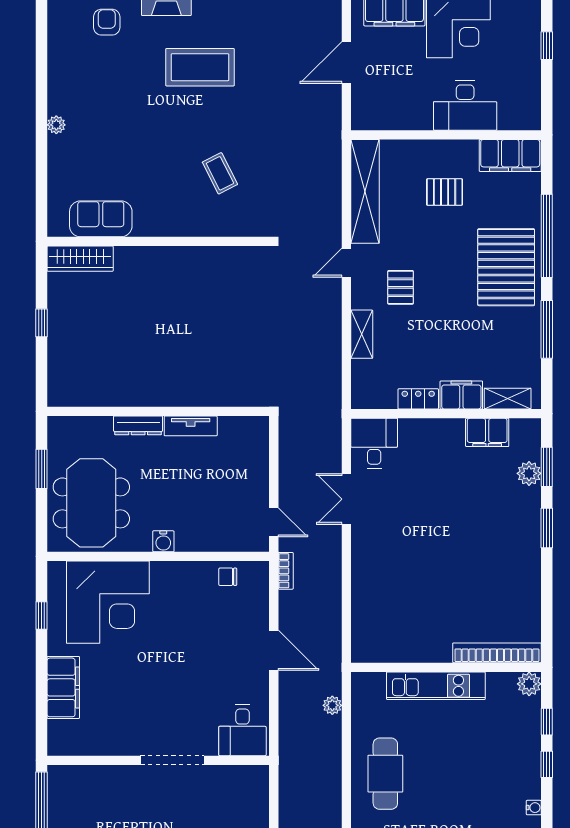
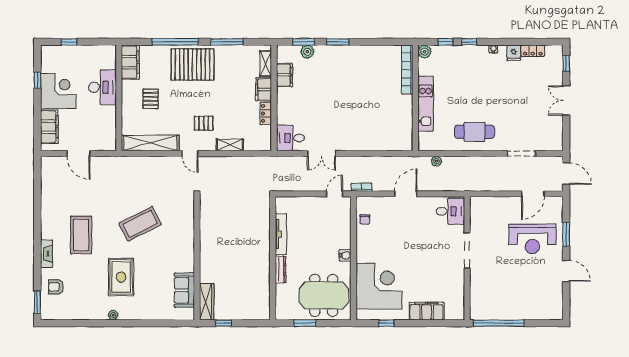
rug: (124, 139) -> (121, 277), added
coffee table: (220, 173) -> (140, 224), width x1.86, depth x1.72
sofa: (101, 219) -> (184, 290), moved
wall: (158, 241) -> (197, 258), moved
wardrobe: (80, 259) -> (207, 302), moved
tv unit: (191, 426) -> (281, 234), width x1.41

